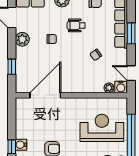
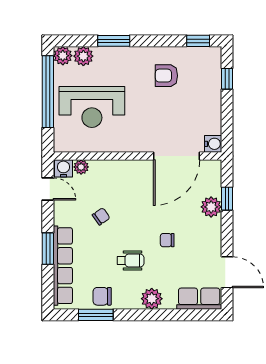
plant: (22, 39) -> (211, 207), moved
water cooler: (21, 145) -> (213, 144), moved

